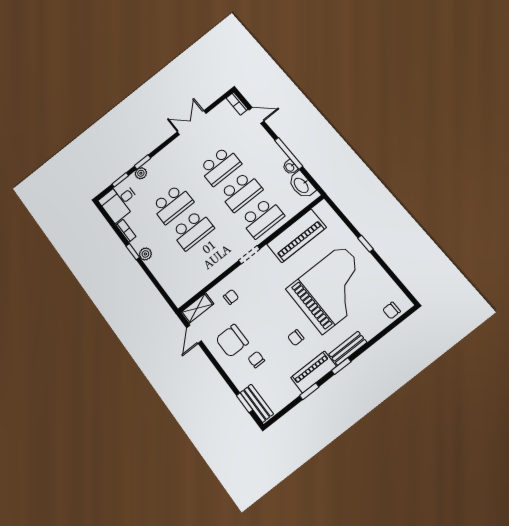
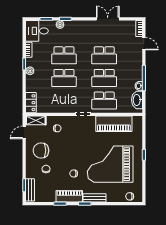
grand piano: (332, 289) -> (110, 164), turned 180
locker: (175, 291) -> (31, 103), added

